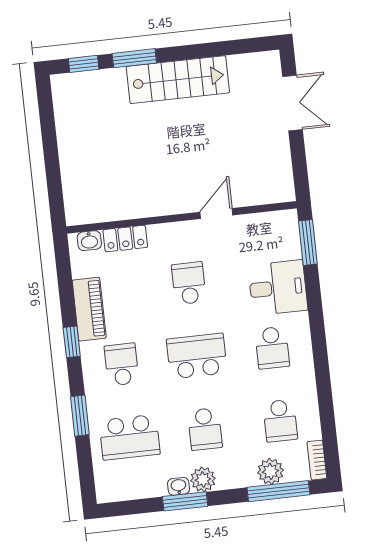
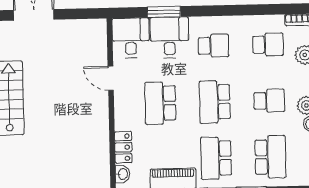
desk: (273, 236) -> (131, 38), added
window: (308, 243) -> (164, 12), moved
school desk: (189, 283) -> (160, 103), width x1.85
school desk: (122, 364) -> (216, 158), width x1.85

